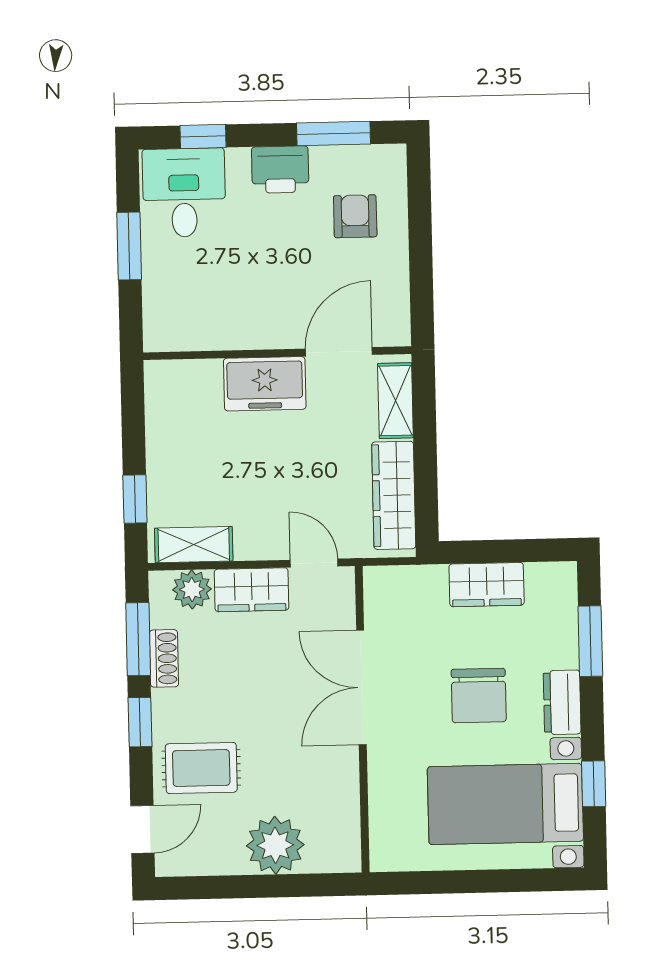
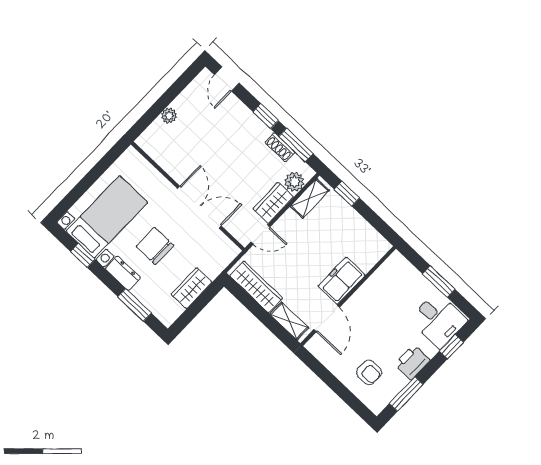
rug: (201, 768) -> (228, 122), removed
plant: (275, 845) -> (169, 116), width x0.53, depth x0.53

